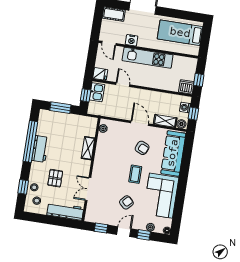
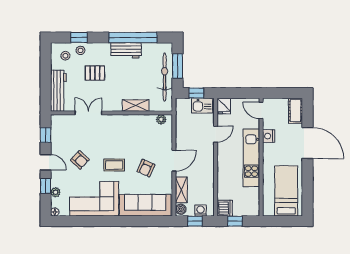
door: (109, 43) -> (261, 110), hinge flipped
bicycle: (68, 120) -> (165, 77), added

